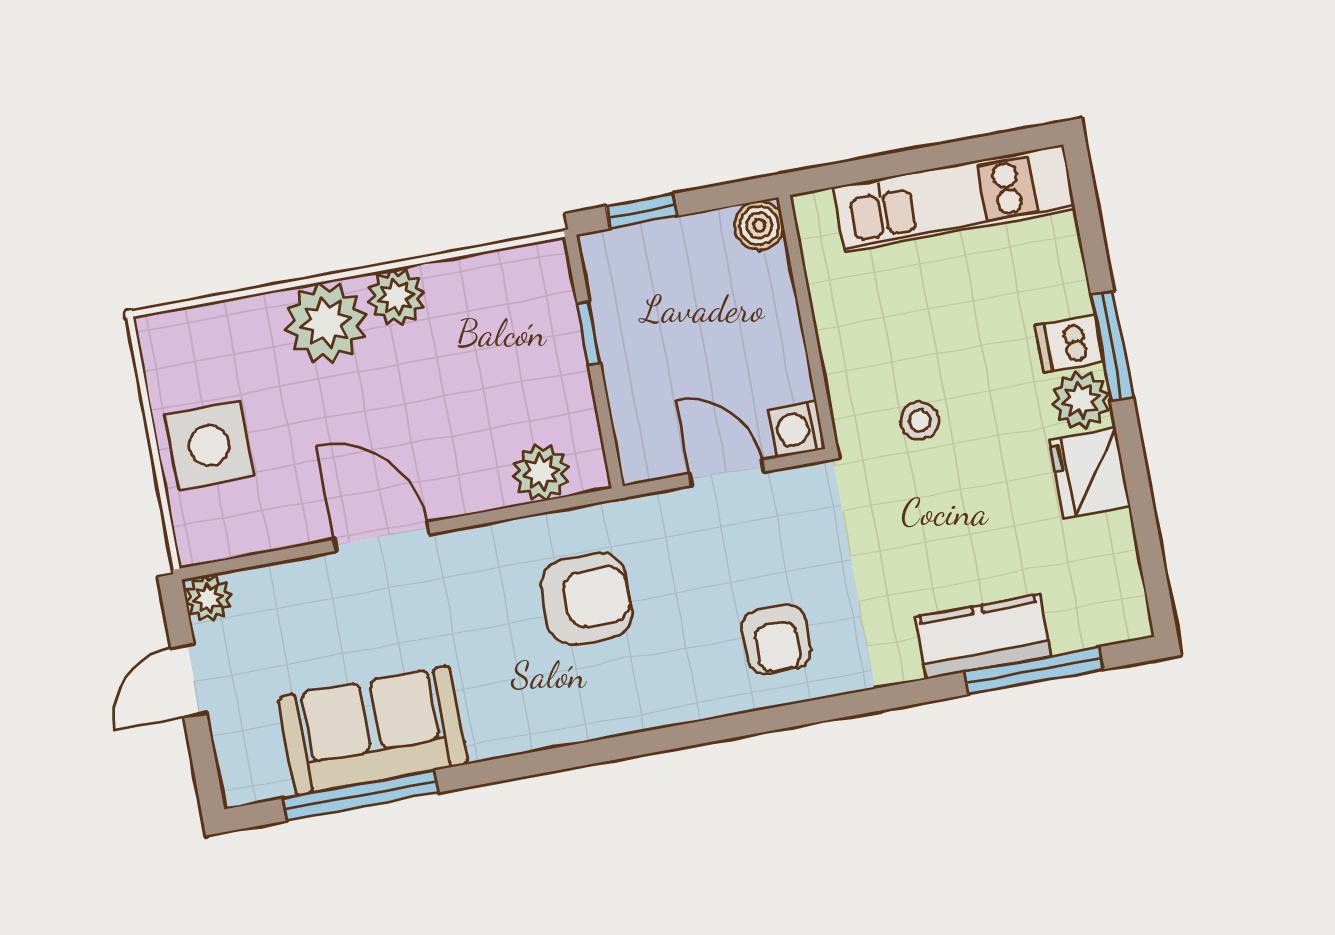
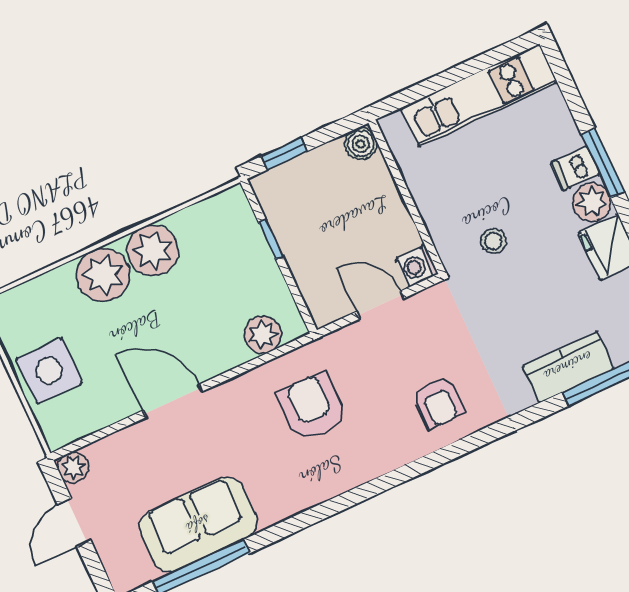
plant: (396, 297) -> (152, 251), width x1.36, depth x1.36
armchair: (587, 599) -> (312, 407), turned -90

